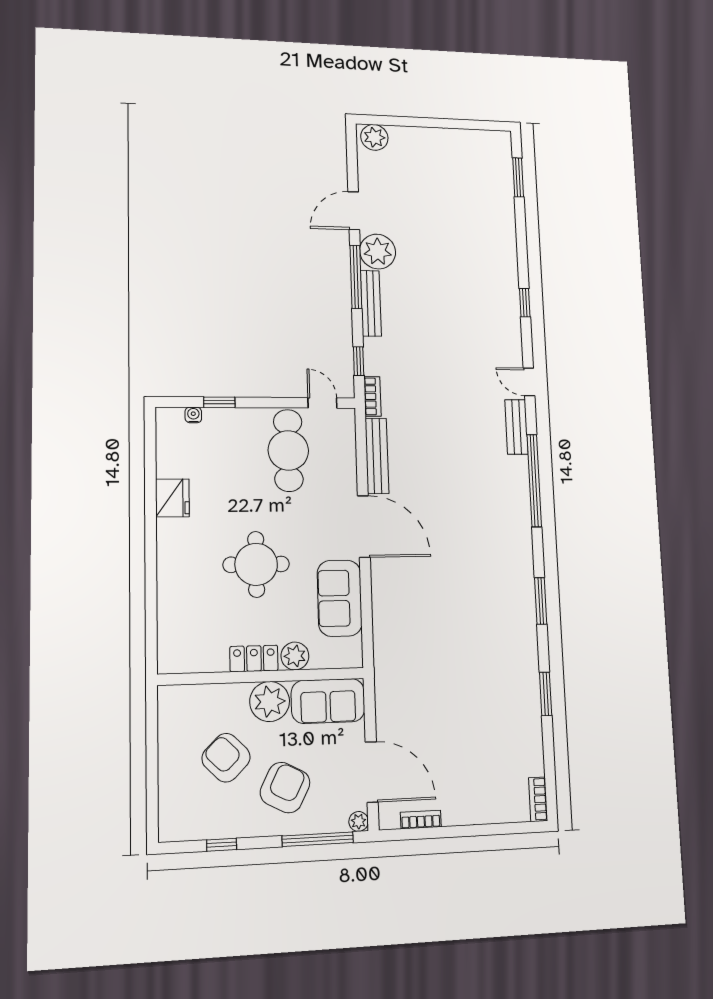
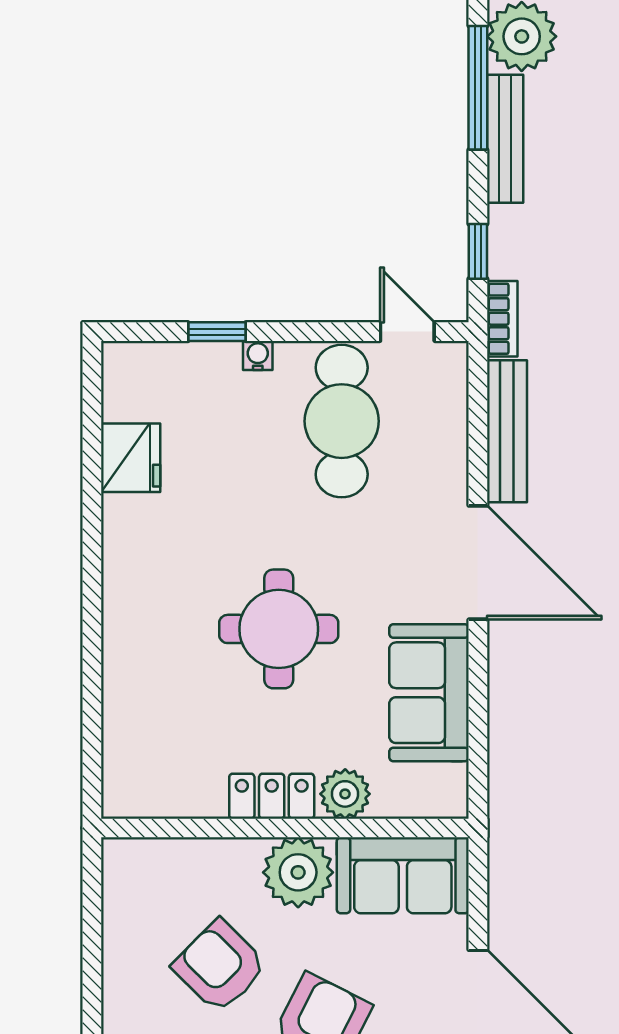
water cooler: (193, 415) -> (258, 356), moved
fridge: (172, 498) -> (131, 458), moved

